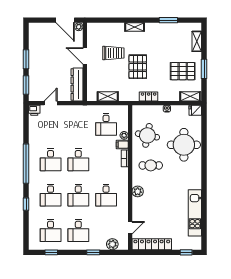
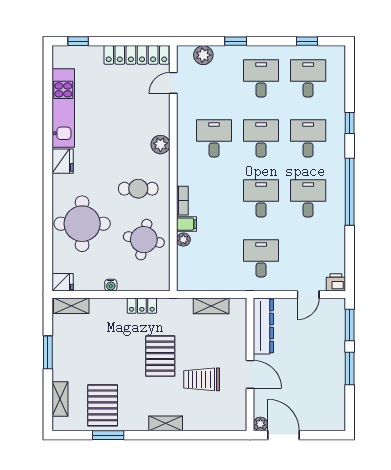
pallet: (183, 71) -> (103, 405), moved, turned 90
desk: (106, 124) -> (261, 258), moved
fridge: (195, 182) -> (63, 161), added

